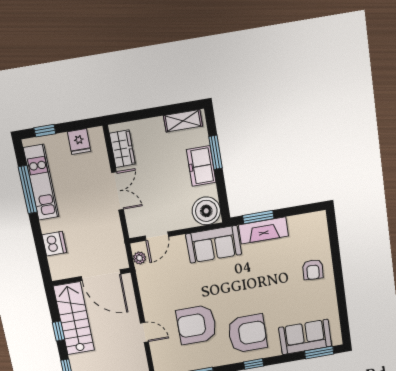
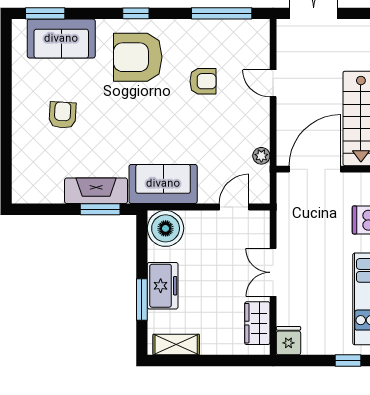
fridge: (79, 142) -> (288, 341), moved
plant: (140, 258) -> (261, 156), moved
armchair: (313, 270) -> (63, 115), moved
door: (101, 275) -> (315, 169), hinge flipped
armchair: (197, 325) -> (203, 81), width x0.53, depth x0.53

